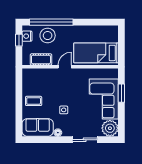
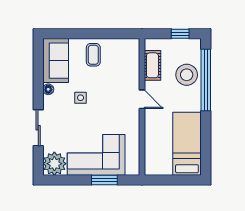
nightstand: (27, 36) -> (186, 45), removed
bed: (96, 53) -> (187, 144), moved

